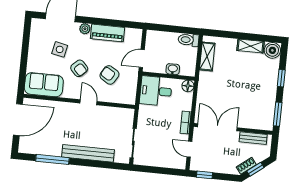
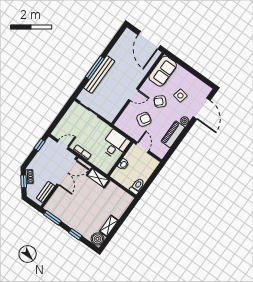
shelving: (207, 56) -> (98, 178), moved
floor lamp: (188, 86) -> (106, 168), removed
window: (52, 159) -> (95, 68), moved

